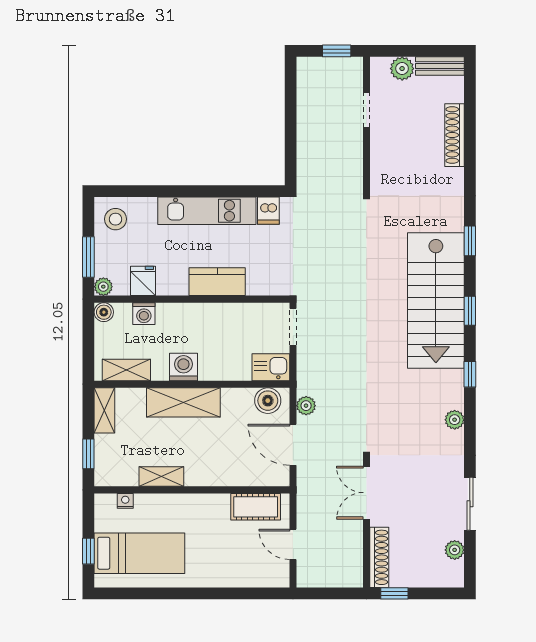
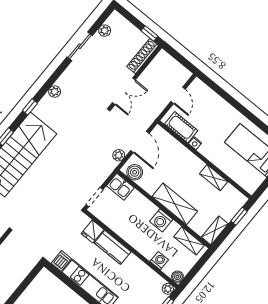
fridge: (143, 281) -> (93, 232), moved
nightstand: (125, 501) -> (195, 143), moved

